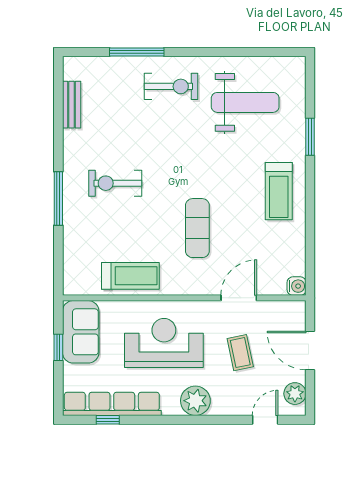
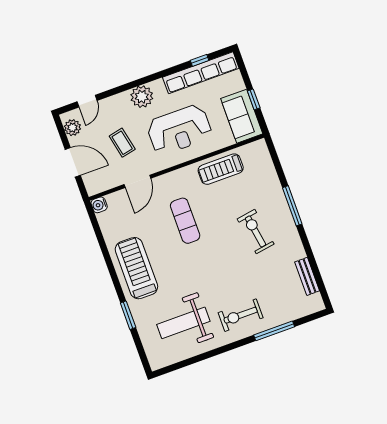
exercise bike: (115, 183) -> (256, 231), turned -99
treadmill: (279, 191) -> (136, 268), width x1.37, depth x1.38

